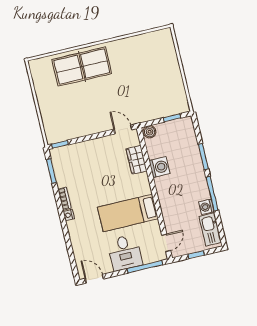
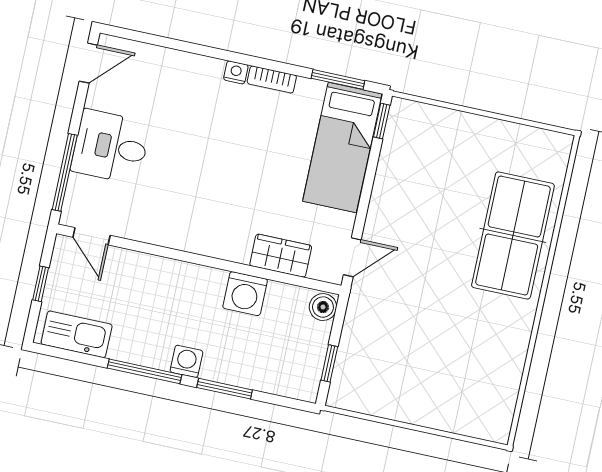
washing machine: (206, 207) -> (186, 361), moved
bed: (128, 213) -> (342, 147), moved, turned 180

